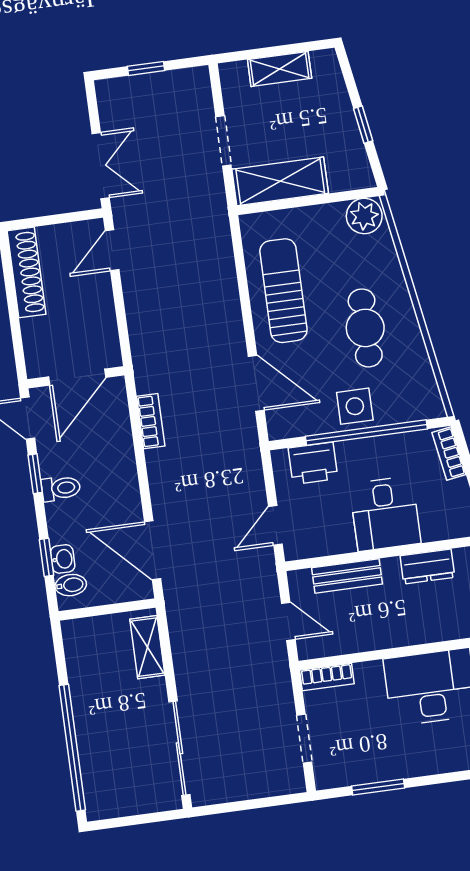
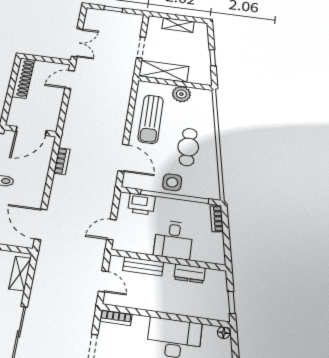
plant: (364, 216) -> (181, 94), moved
sun lounger: (283, 291) -> (151, 119), turned 180

